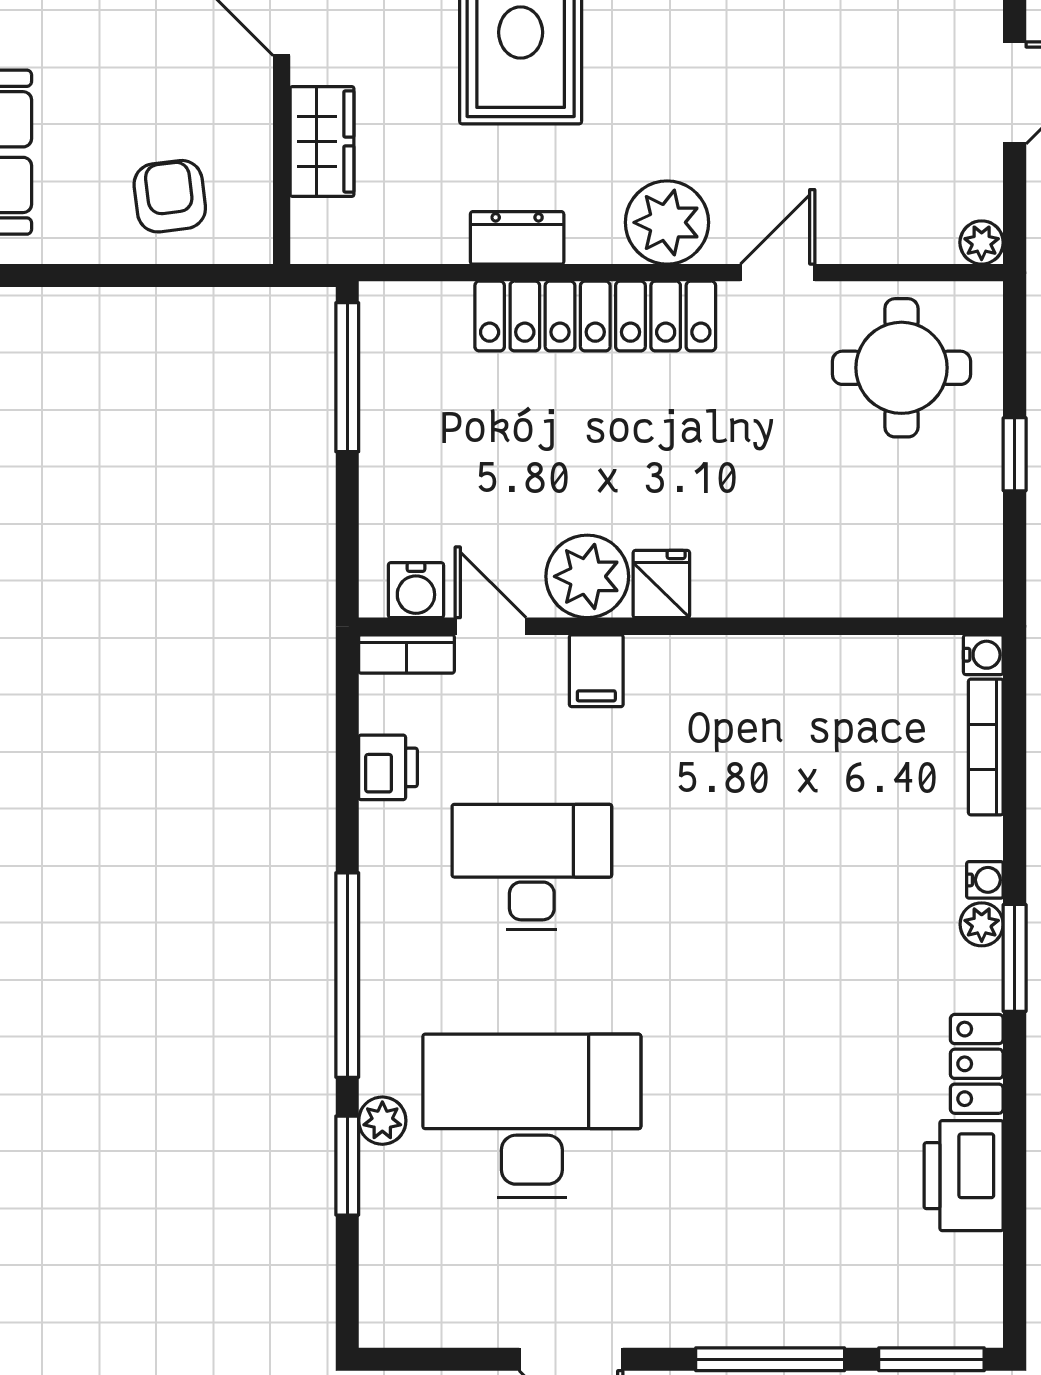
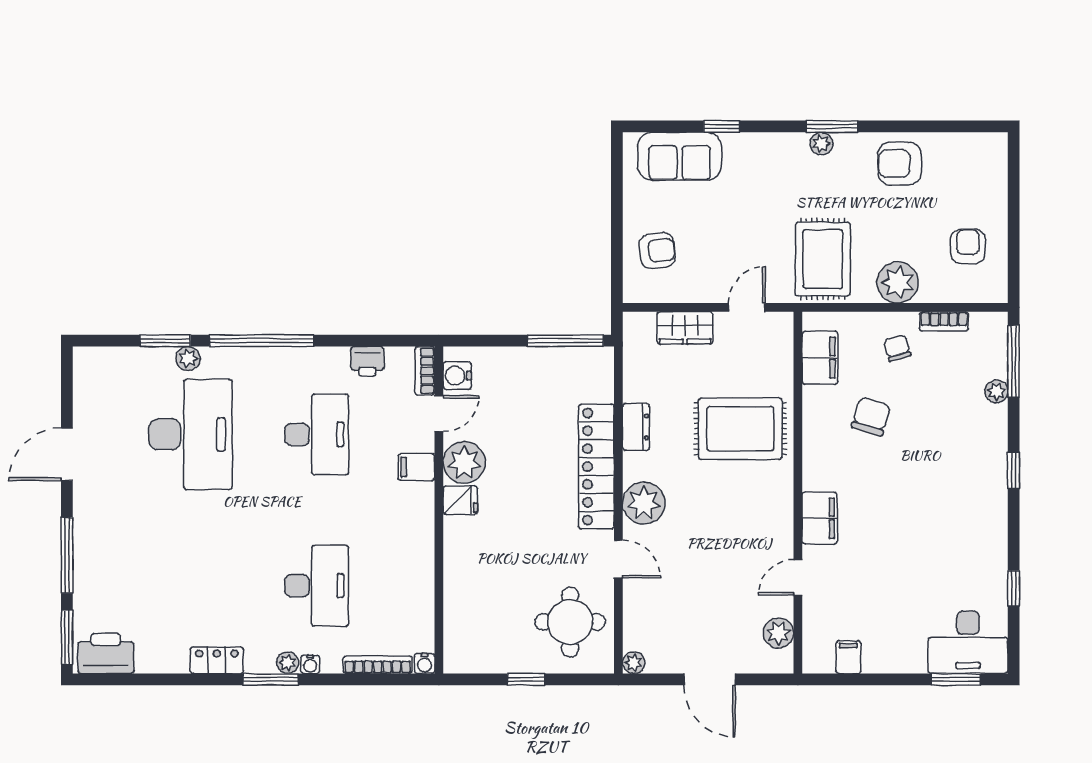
desk: (830, 867) -> (317, 586), added
printer: (964, 1176) -> (106, 654), moved

